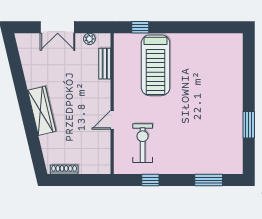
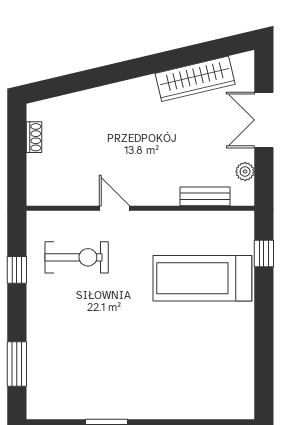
wardrobe: (42, 111) -> (195, 79), moved
shoe rack: (64, 170) -> (34, 137), width x0.70

